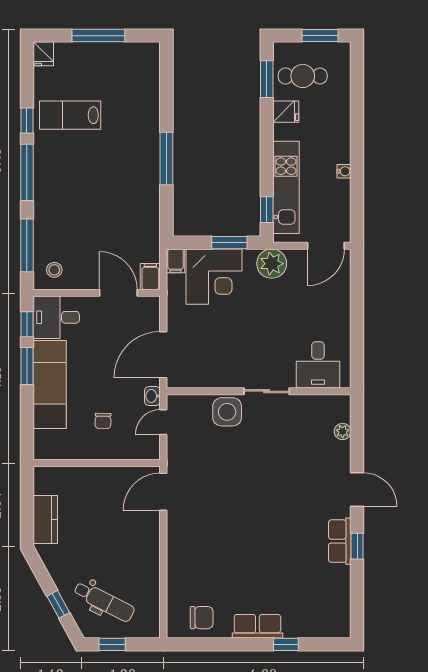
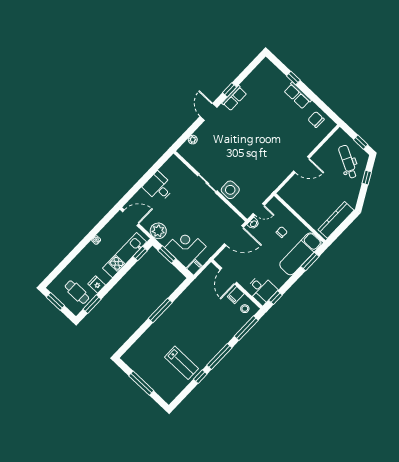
fridge: (43, 54) -> (169, 396), removed
filing cabinet: (150, 277) -> (236, 295), moved
desk: (318, 365) -> (158, 187), moved, turned -90
window: (27, 366) -> (310, 261), moved
exam couch: (50, 384) -> (300, 254), moved
door: (163, 492) -> (301, 165), moved
kitchen counter: (45, 519) -> (336, 220), width x1.50

